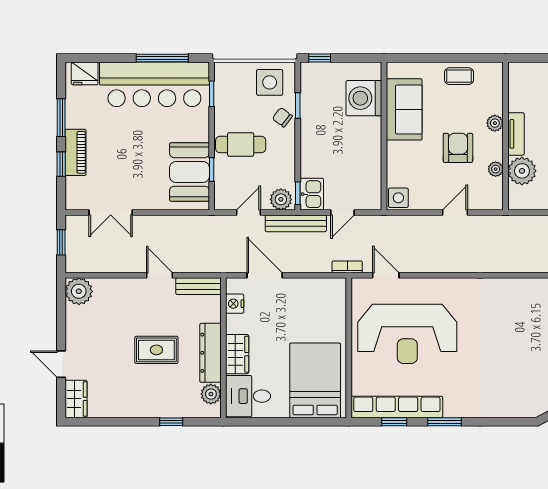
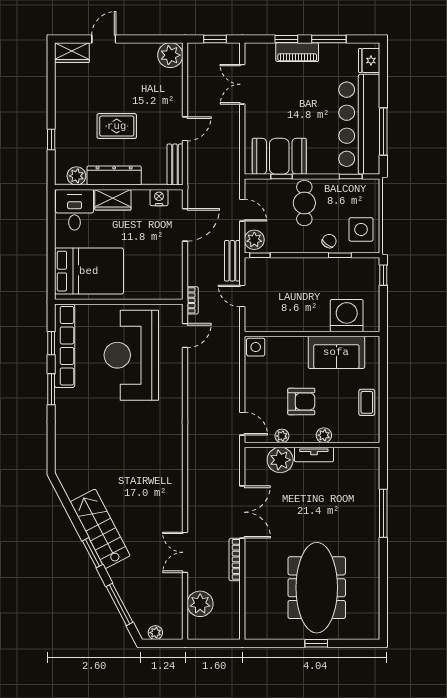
kitchen sink: (312, 194) -> (259, 268), removed
door: (455, 212) -> (242, 424), moved
bench: (296, 223) -> (232, 261), width x0.73
rug: (156, 350) -> (117, 126), turned 90

